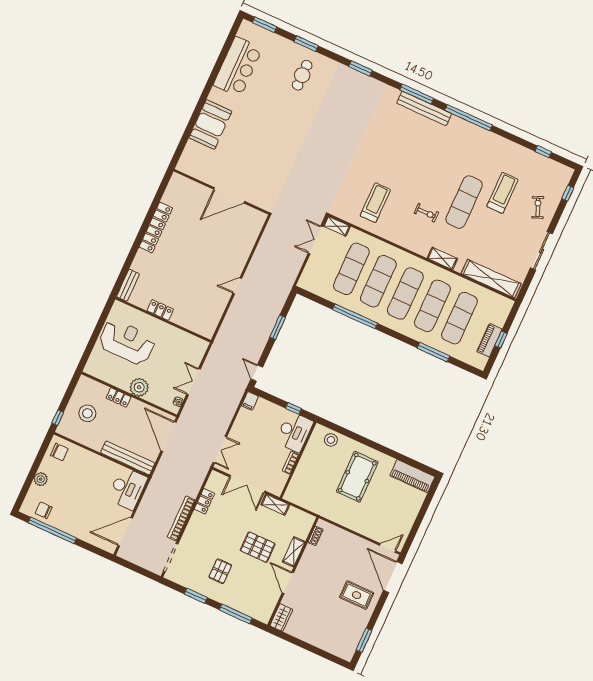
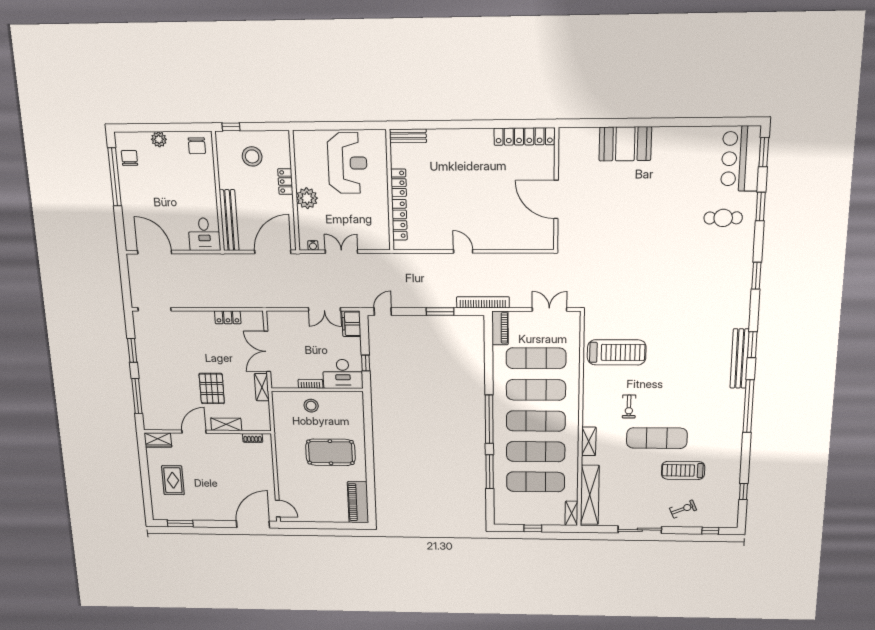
bar counter: (238, 67) -> (741, 159), moved, turned 90
window: (417, 94) -> (752, 345), width x0.69
treadmill: (502, 193) -> (683, 470), turned 180
treadmill: (375, 203) -> (617, 352), width x1.37, depth x1.38
shelving: (337, 226) -> (571, 513), moved
locker: (156, 228) -> (524, 136), moved
window: (355, 316) -> (489, 419), moved
locker: (189, 323) -> (399, 220), added
piano: (489, 340) -> (500, 328), moved, turned 90
filing cabinet: (250, 401) -> (351, 324), width x2.00
stool: (331, 440) -> (311, 406), moved
double door: (220, 450) -> (324, 309), moved
desk: (127, 488) -> (204, 234), width x0.73
bookcase: (181, 519) -> (483, 302), moved
pallet: (220, 571) -> (169, 363), removed
rug: (357, 595) -> (173, 480), moved

